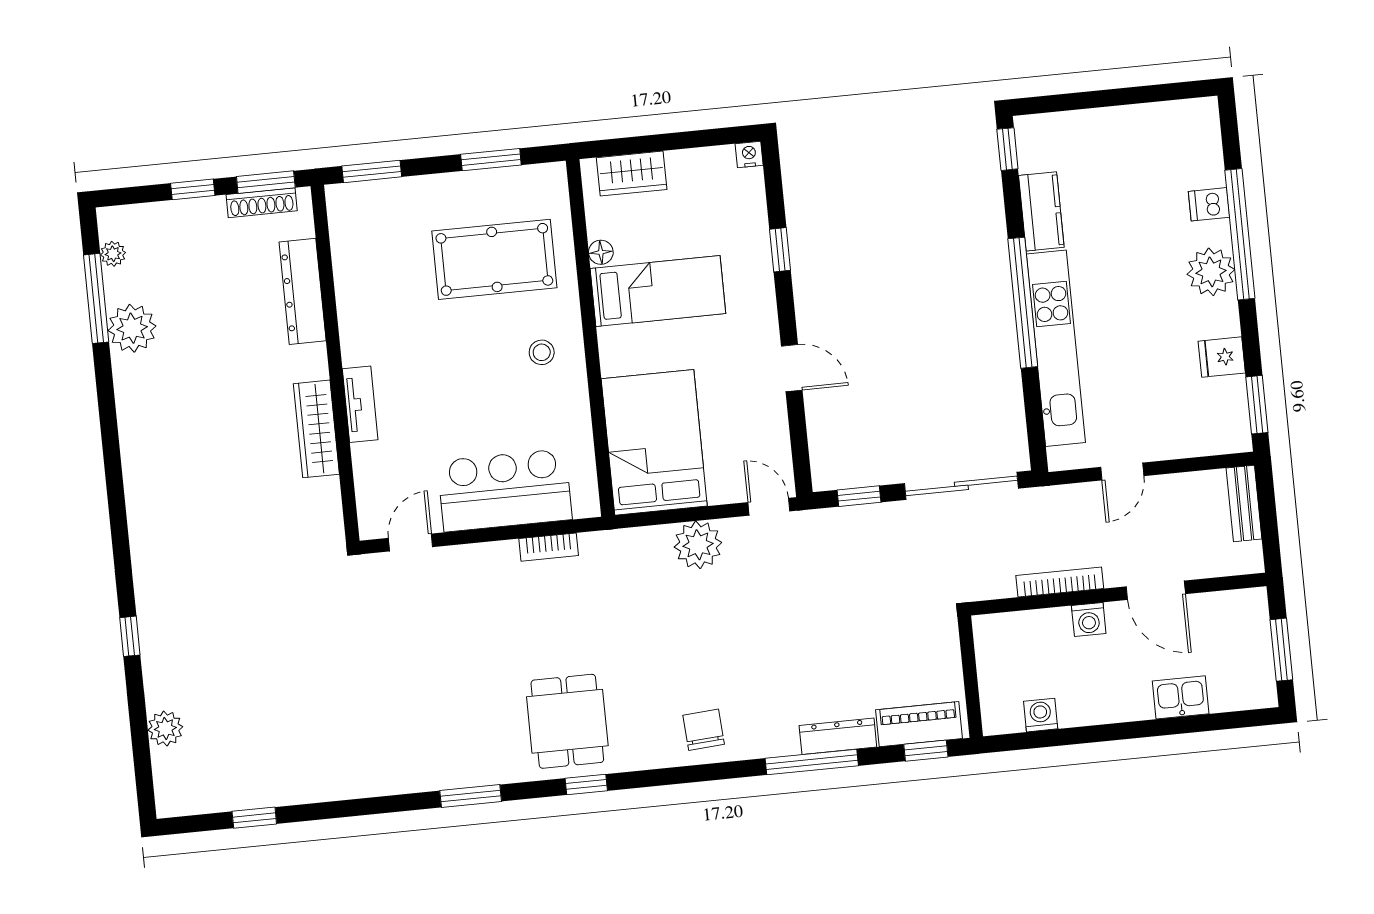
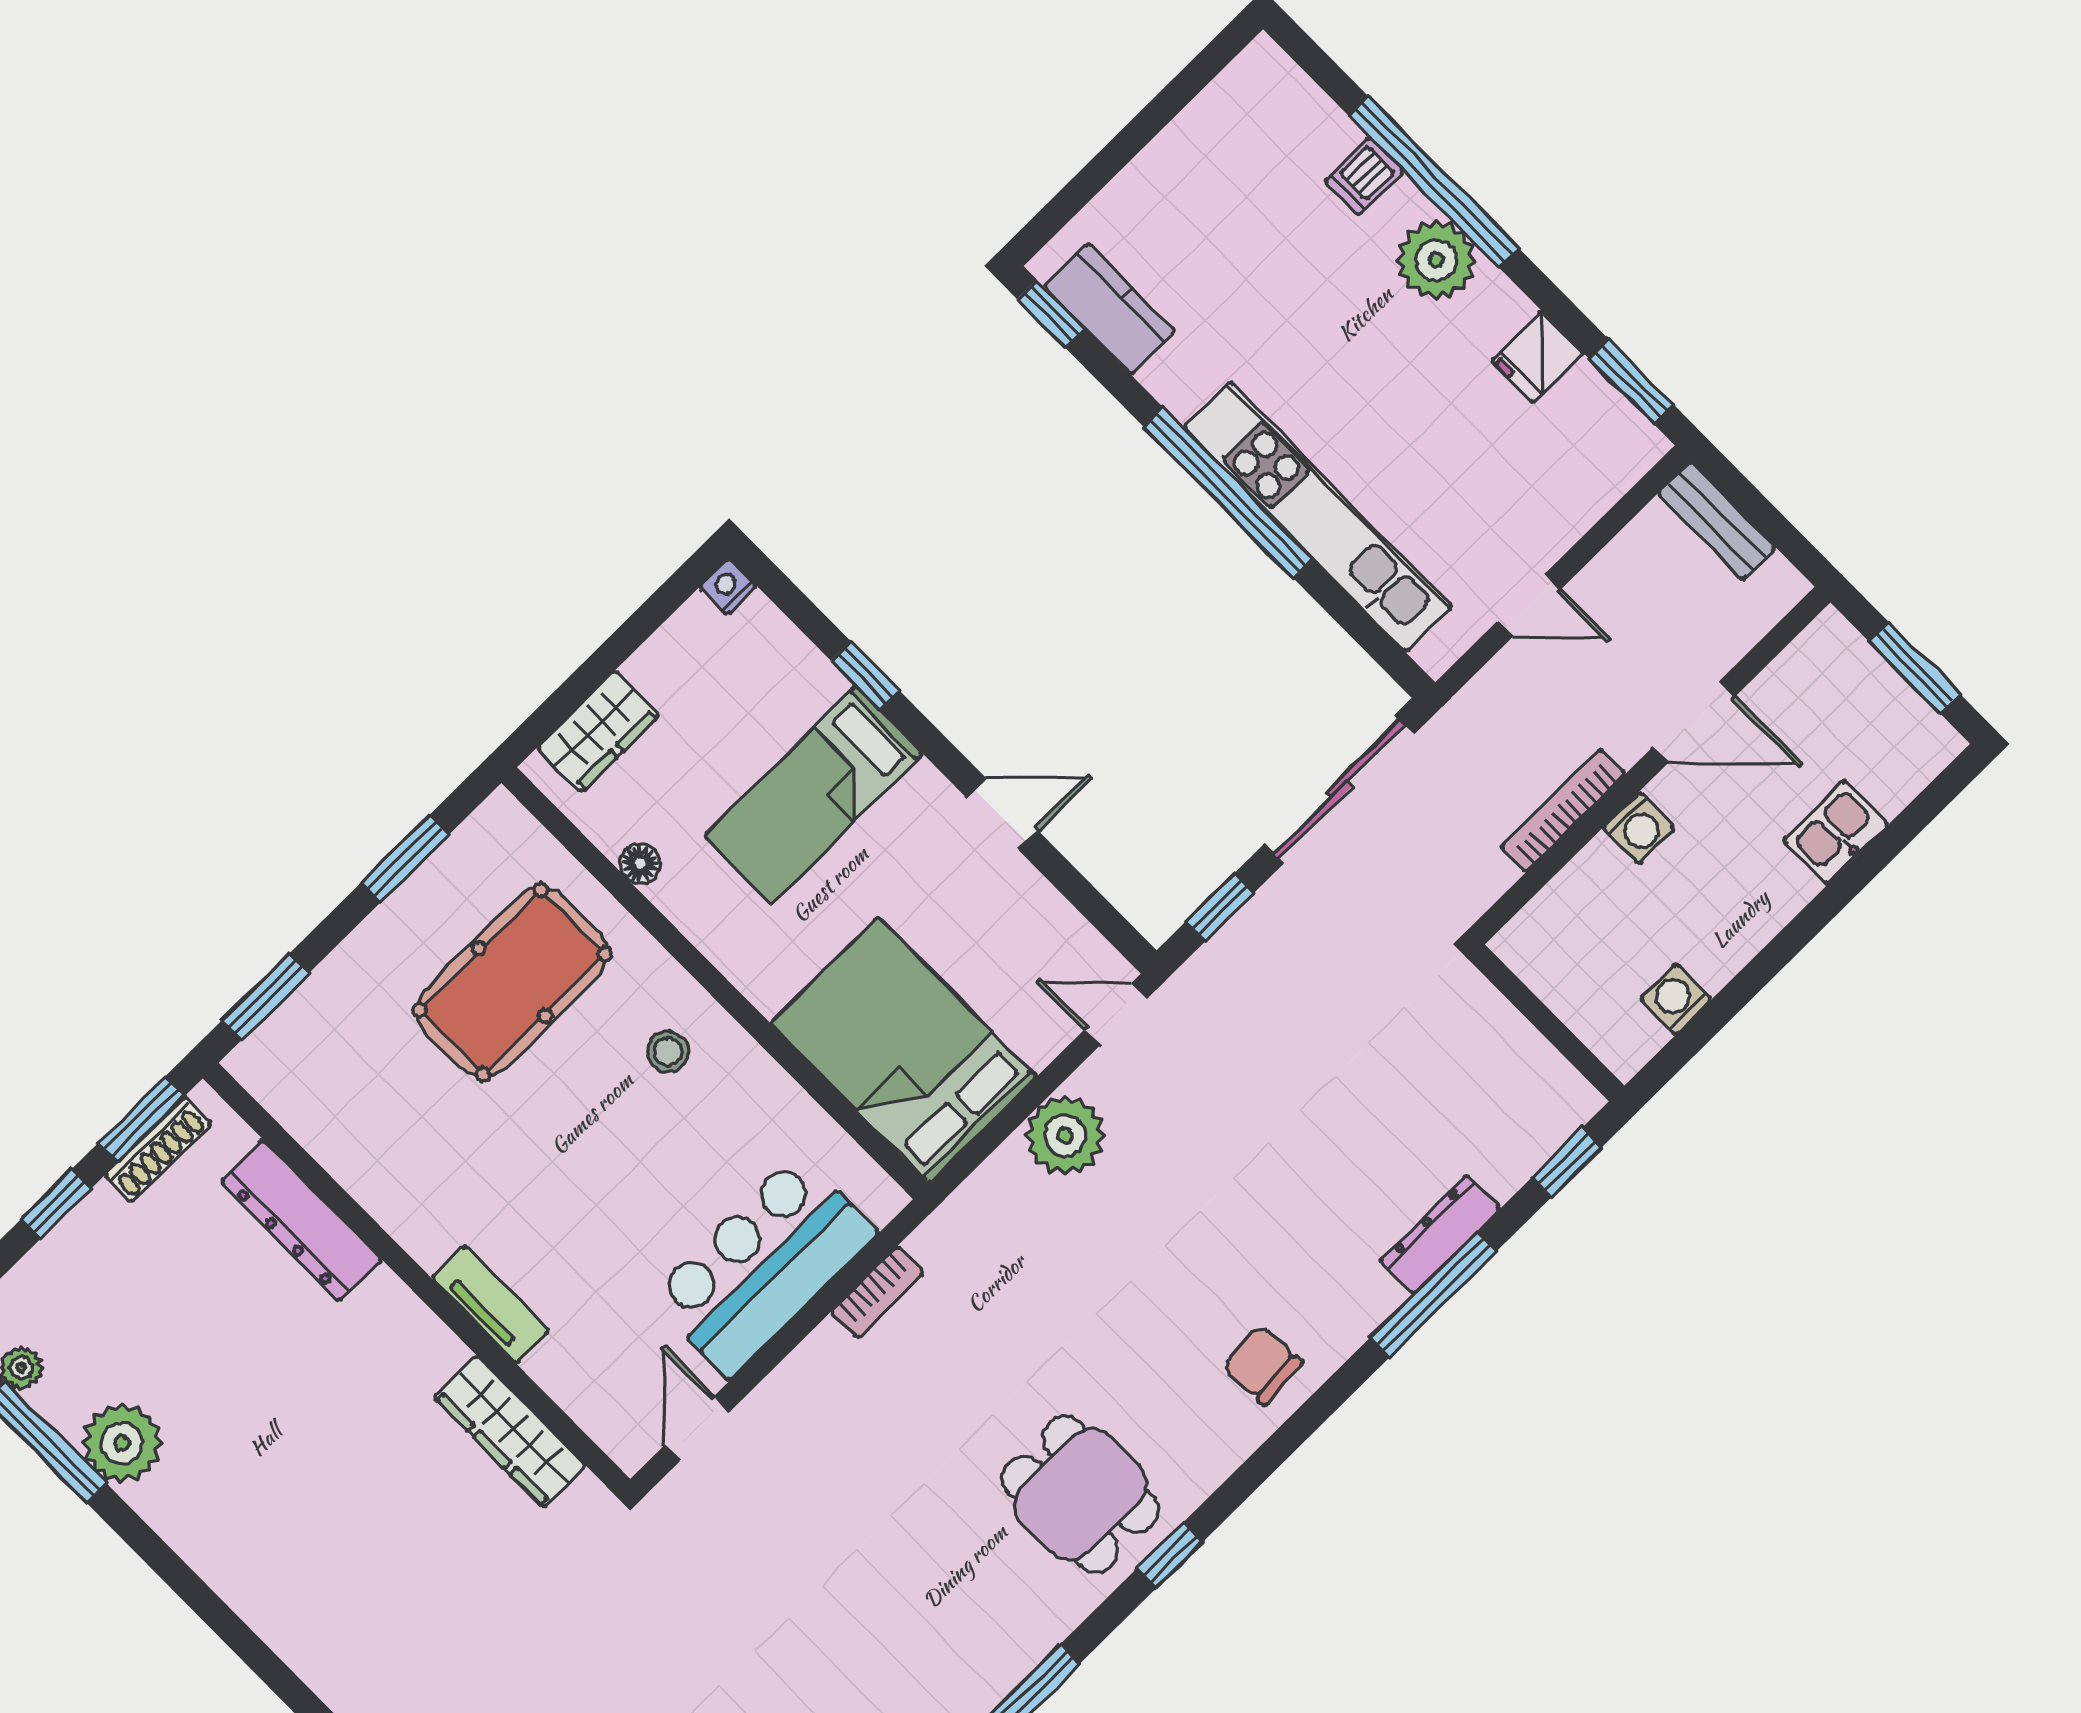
kitchen counter: (1041, 211) -> (1110, 309), moved
bed: (658, 291) -> (813, 795), moved, turned 180
wardrobe: (316, 429) -> (510, 1432), moved
door: (1122, 471) -> (1529, 605), hinge flipped
piano: (919, 724) -> (1531, 1136), removed

